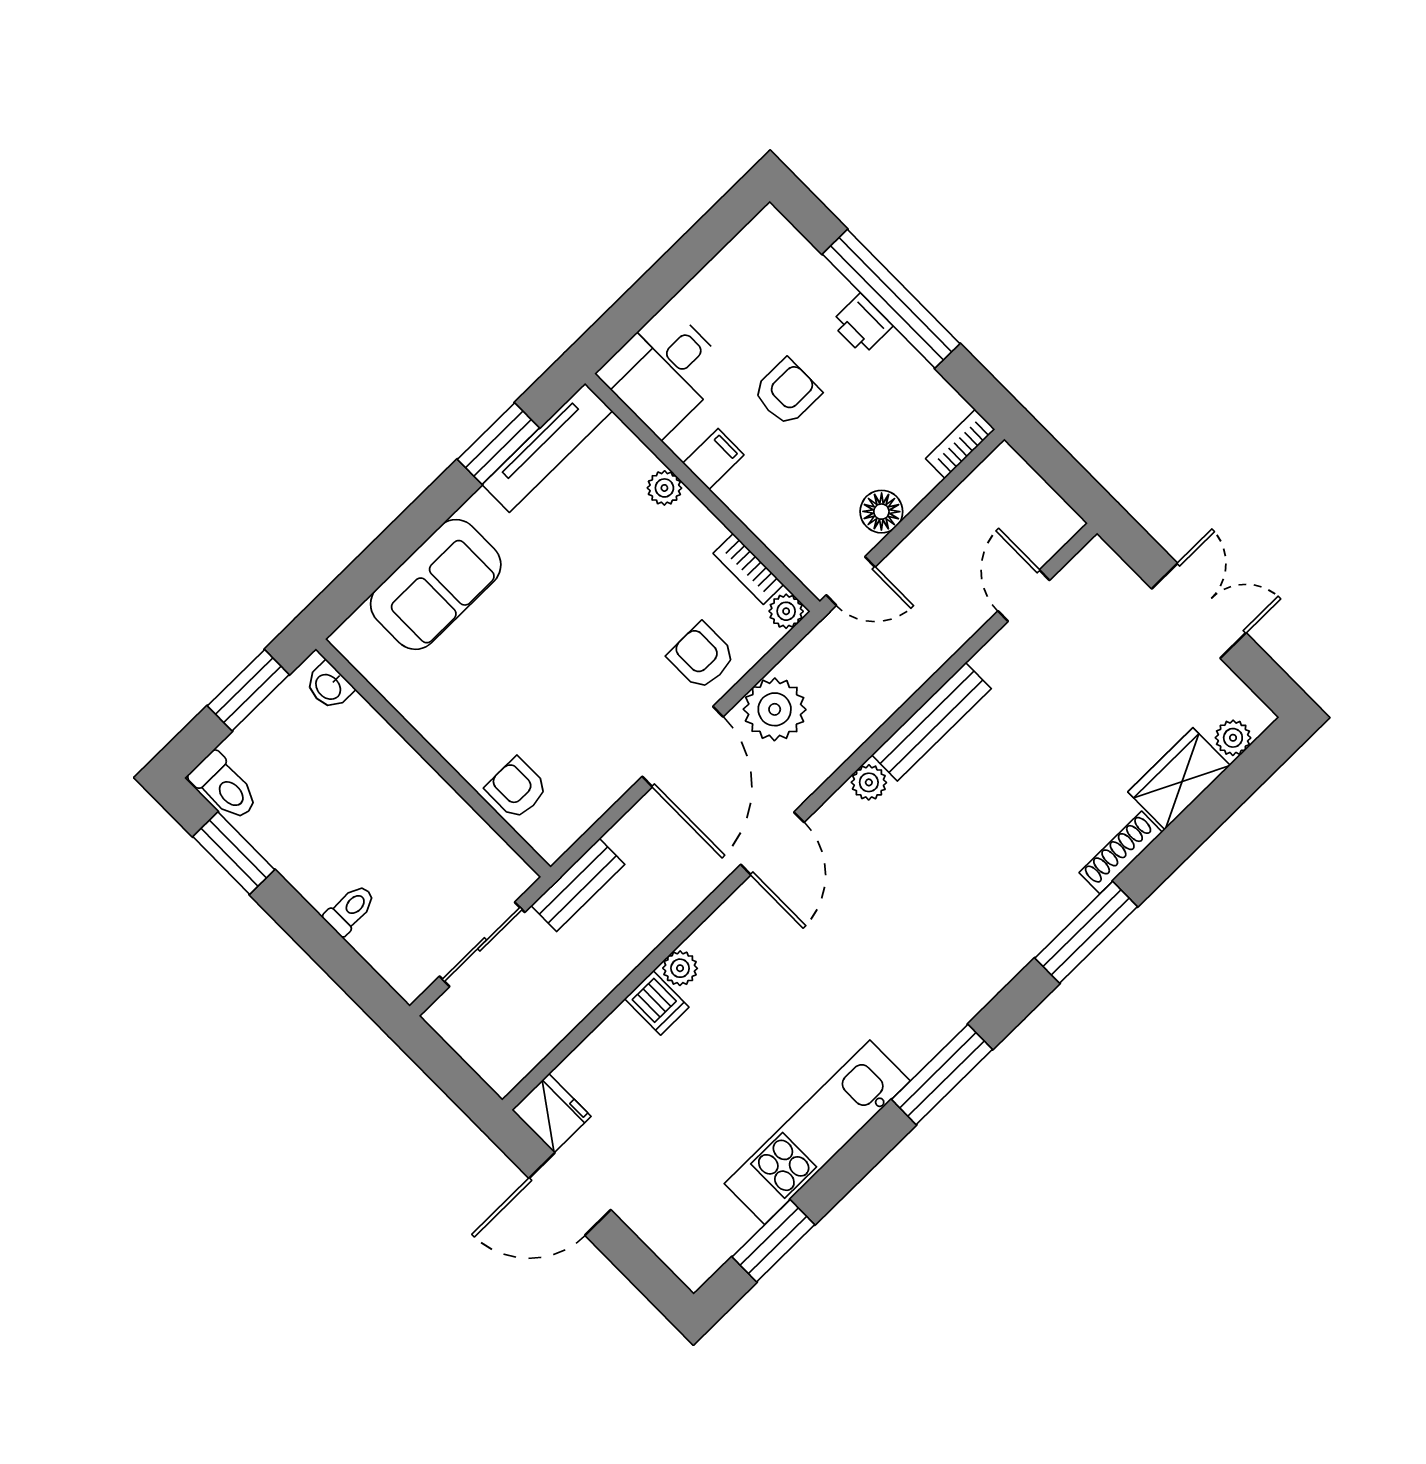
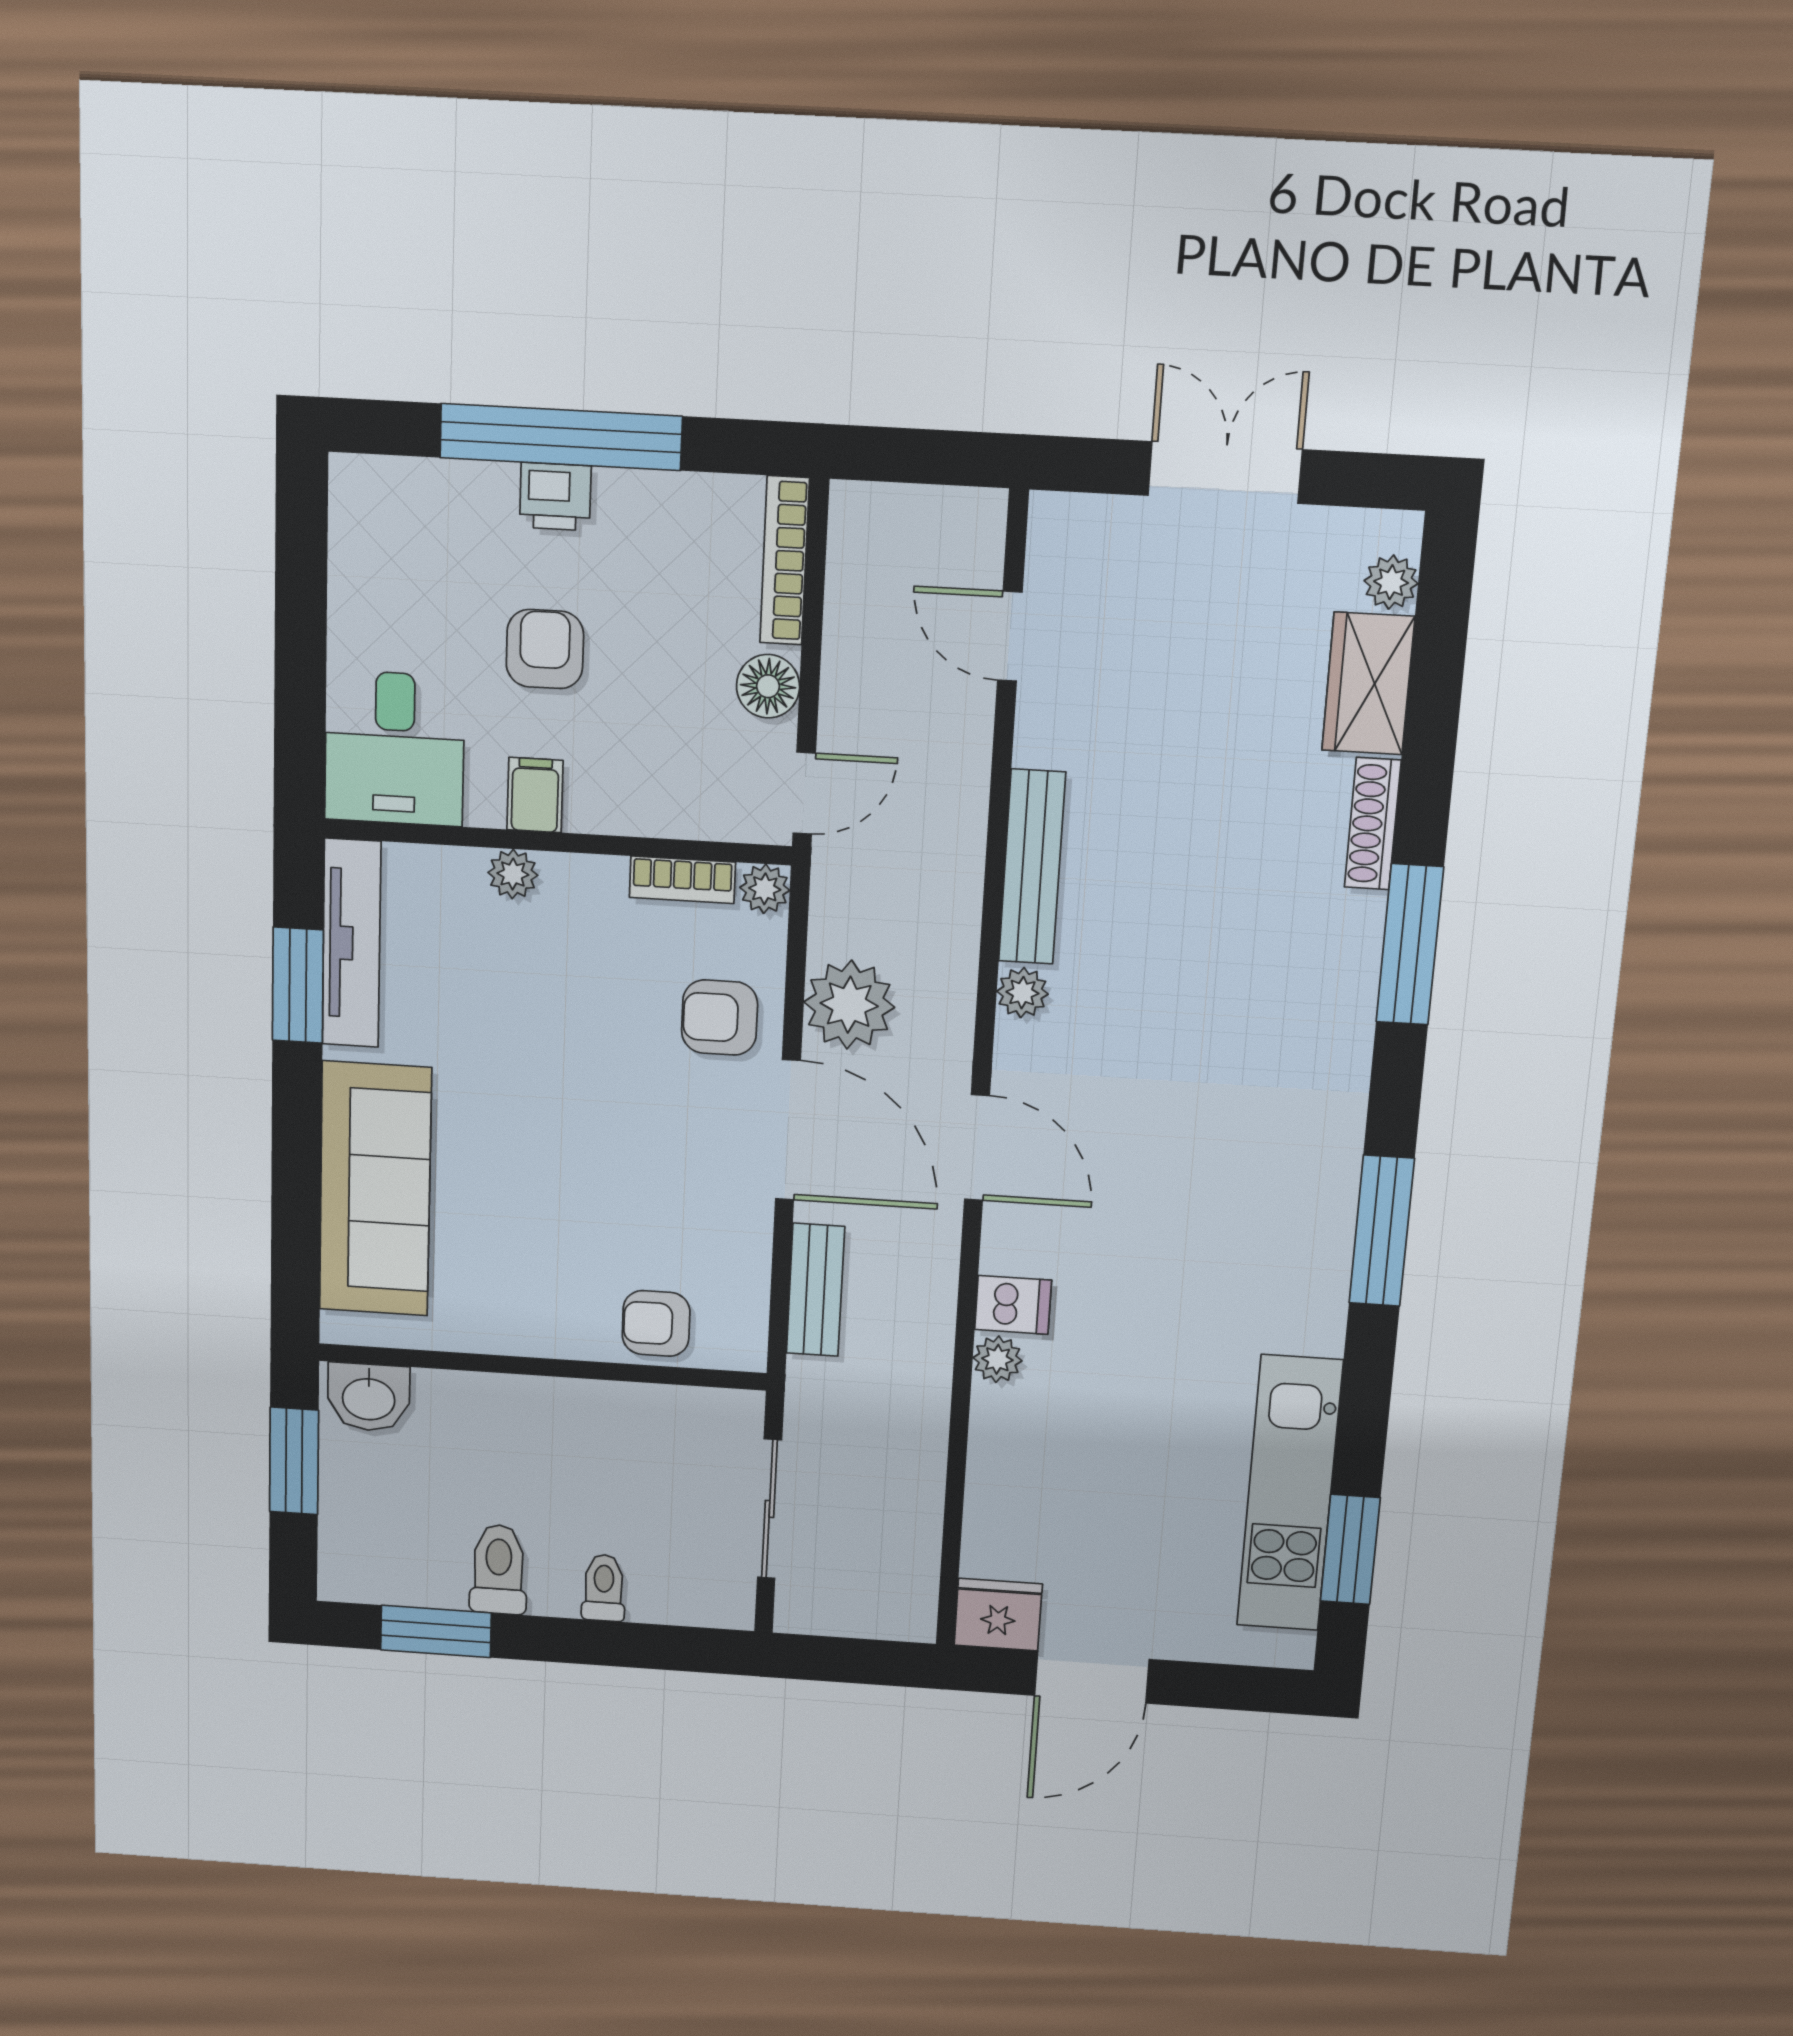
bookcase: (960, 444) -> (785, 560), width x1.56
sofa: (436, 584) -> (375, 1189), width x1.36
washbasin: (329, 686) -> (369, 1397), width x1.38, depth x1.45
toilet: (224, 787) -> (499, 1569), moved, turned -90
bench: (578, 885) -> (815, 1290), moved
dishwasher: (657, 1003) -> (1013, 1305), moved
kitchen unit: (817, 1132) -> (1290, 1494), moved

